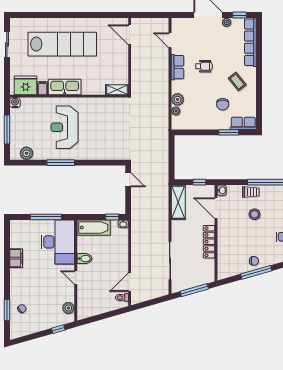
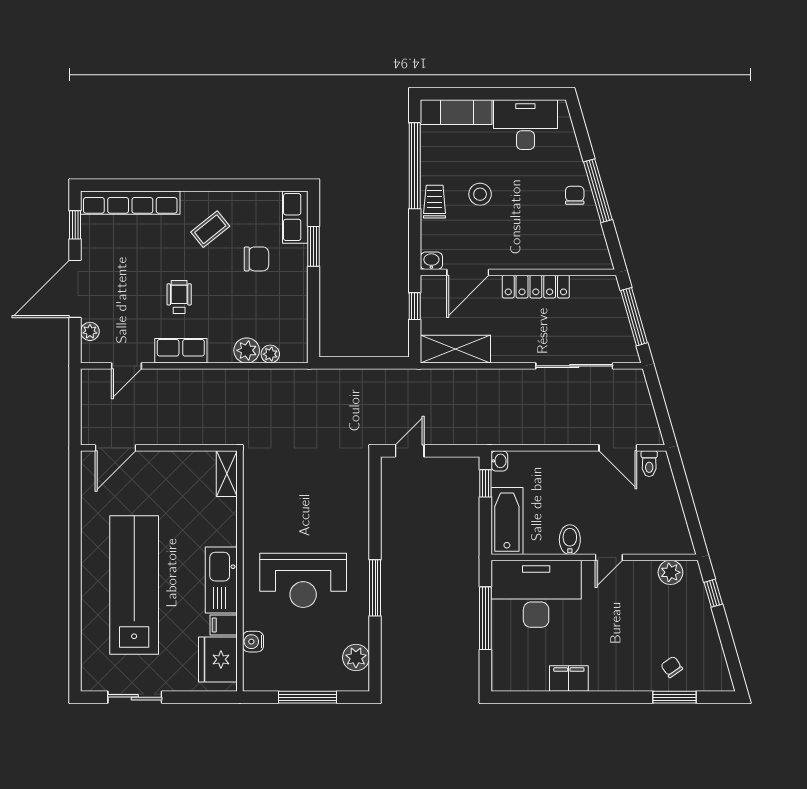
plant: (227, 22) -> (90, 331), moved
water cooler: (15, 103) -> (253, 642), moved

